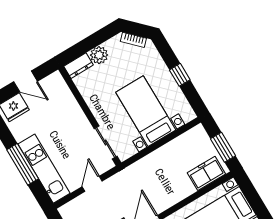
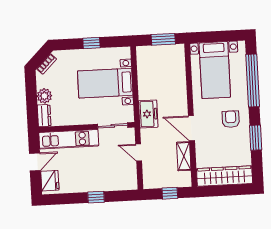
window: (23, 164) -> (96, 197), width x0.46
kitchen unit: (44, 169) -> (69, 139), moved, turned 180
freezer: (206, 173) -> (148, 114), moved, turned 180

